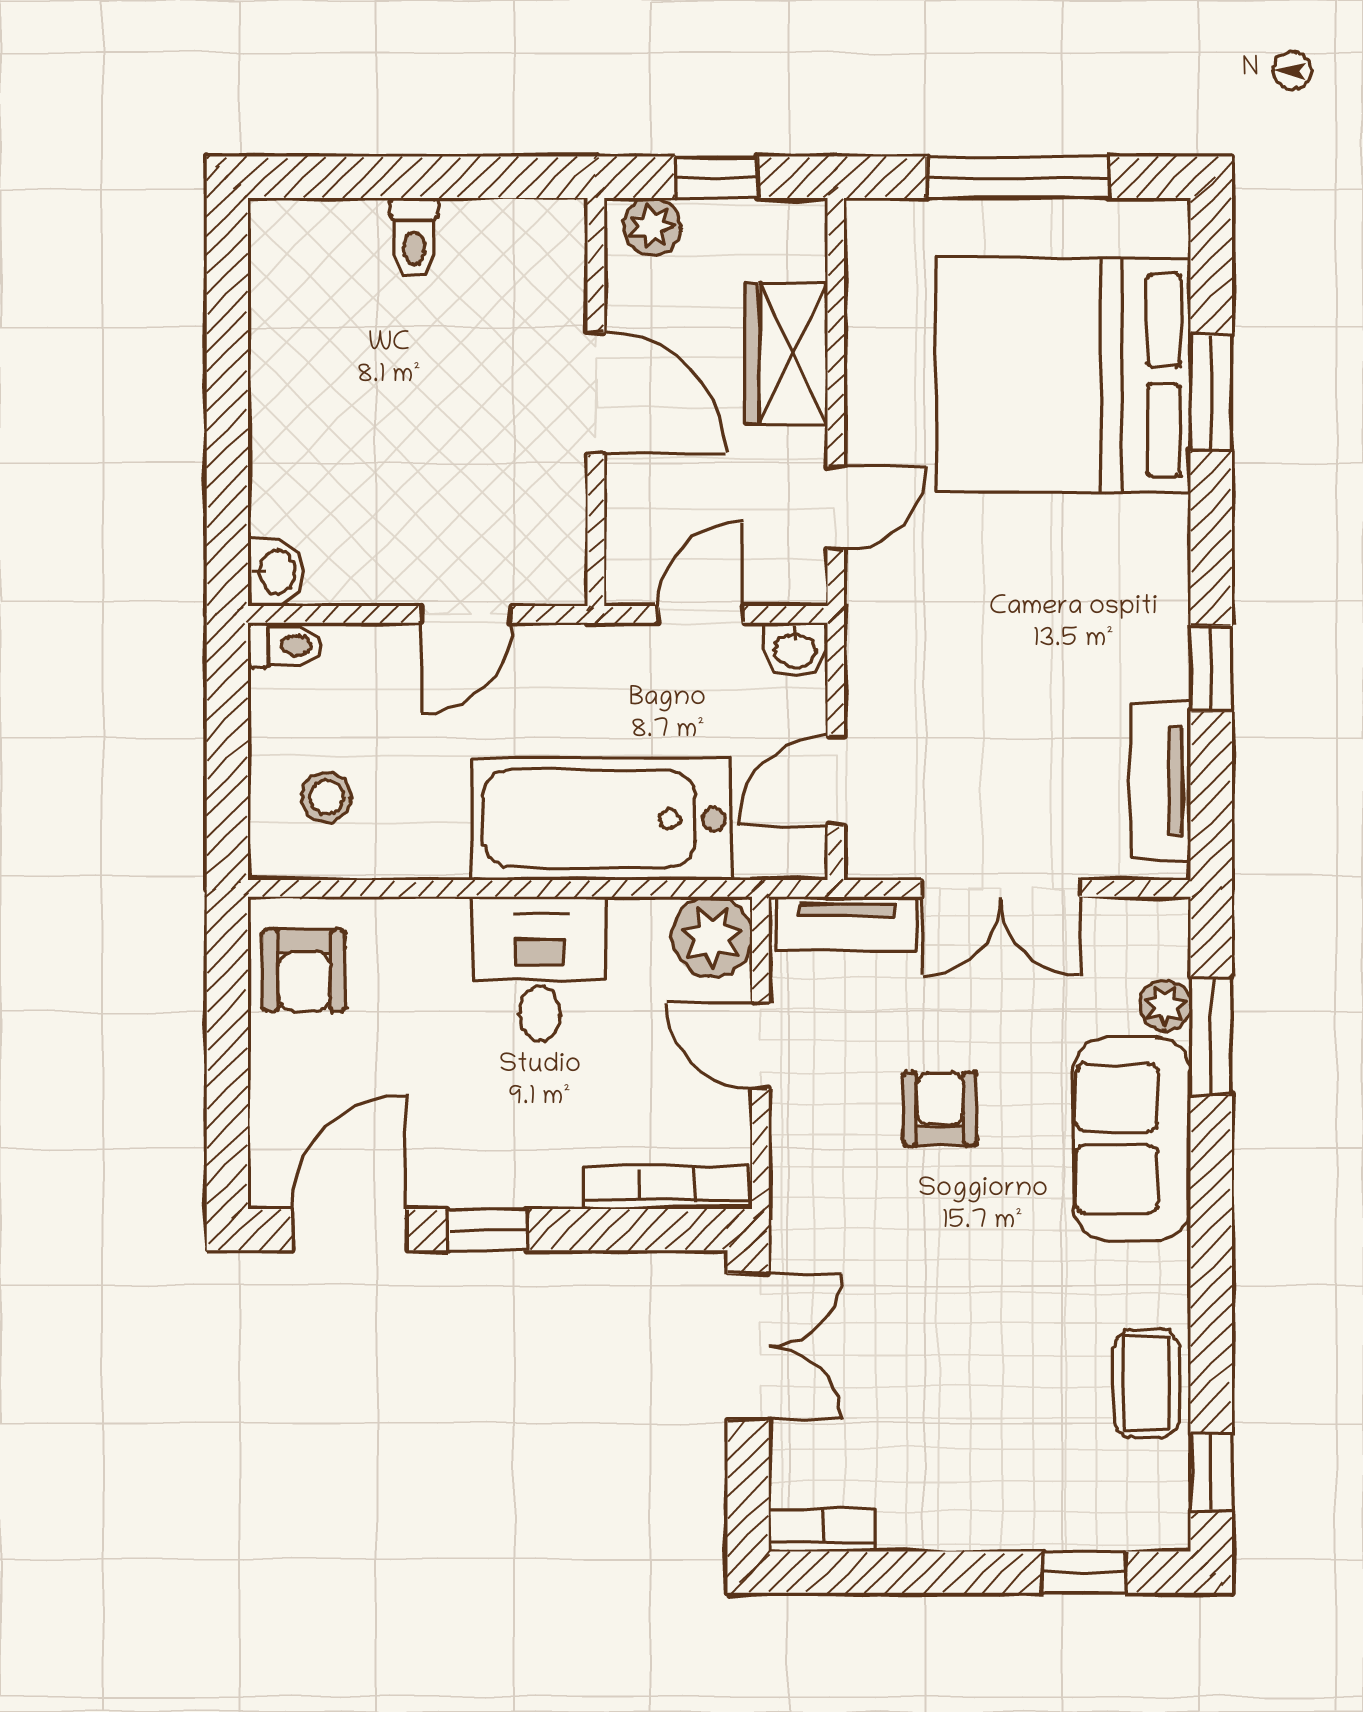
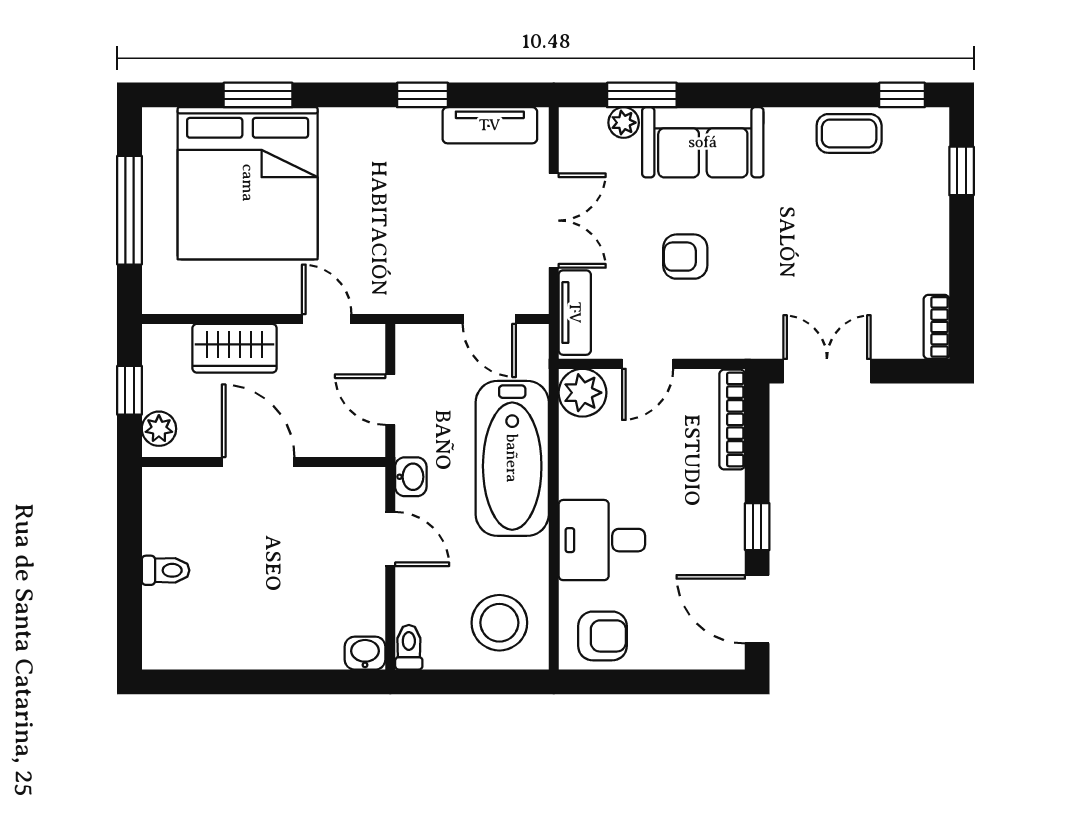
door: (596, 393) -> (258, 462), hinge flipped
washbasin: (795, 649) -> (411, 477), moved
stool: (326, 797) -> (499, 623), width x1.89, depth x1.89
desk: (540, 969) -> (602, 540), moved

